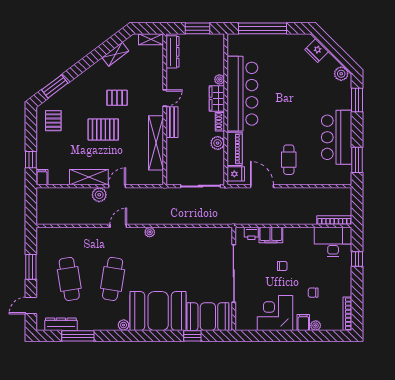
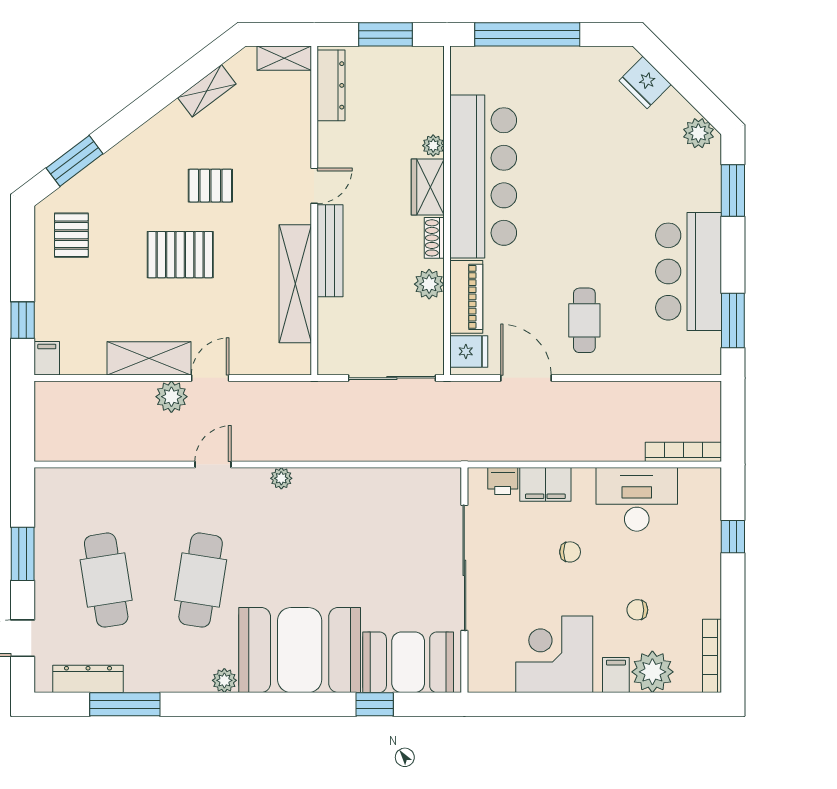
bench: (172, 122) -> (330, 251), width x1.36
desk: (333, 242) -> (637, 499), moved
plant: (316, 326) -> (652, 672), width x1.88, depth x1.88

